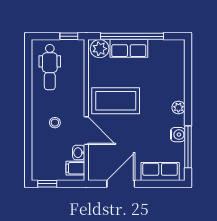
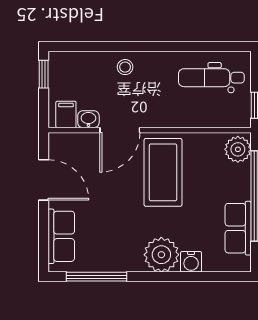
row of seats: (129, 48) -> (238, 228), moved
plant: (178, 107) -> (161, 255), width x1.88, depth x1.88
stool: (55, 123) -> (125, 67), moved
water cooler: (178, 135) -> (191, 262), moved

